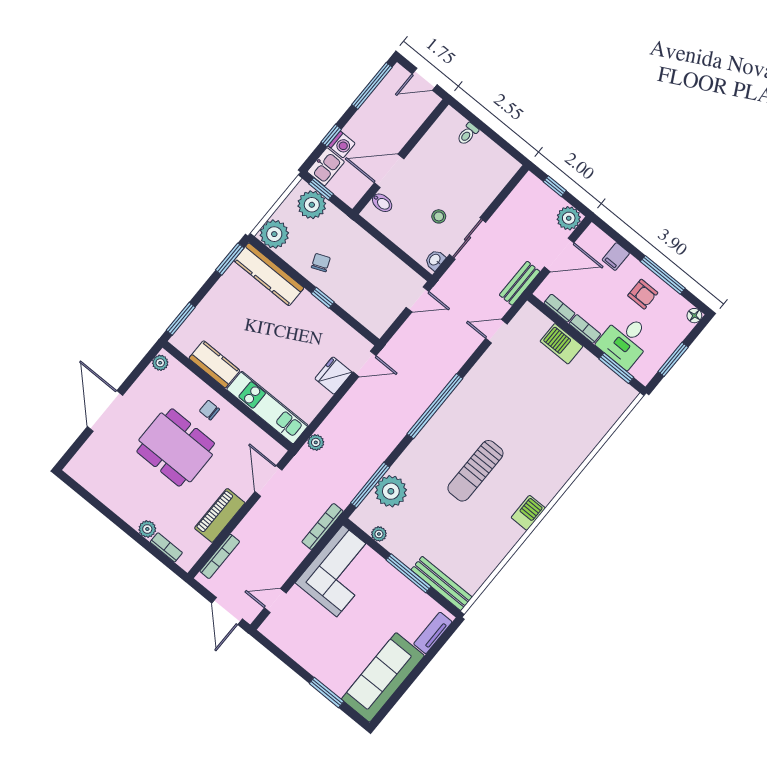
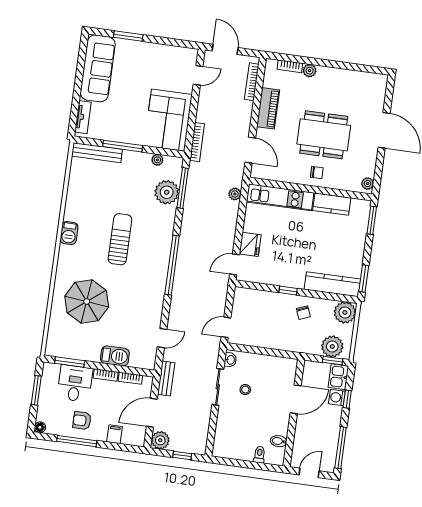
bidet: (382, 203) -> (279, 441), moved
parasol: (556, 424) -> (87, 301), added

